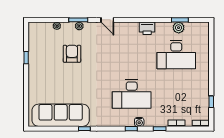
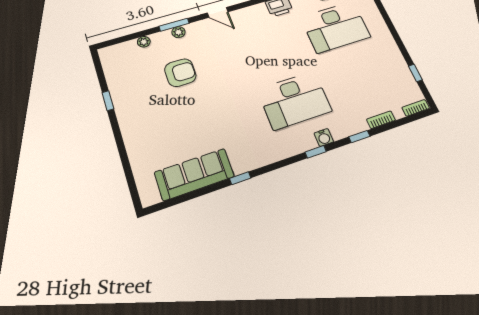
armchair: (72, 54) -> (180, 73), turned 90
sofa: (61, 115) -> (194, 174), width x0.74, depth x0.79

